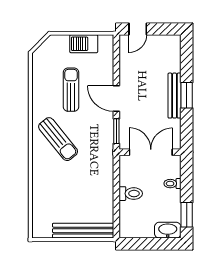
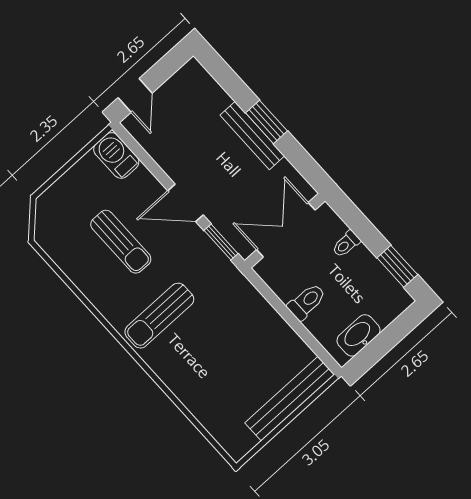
barbecue: (84, 44) -> (116, 155), moved, turned 90
sun lounger: (71, 90) -> (121, 242), turned 180
sun lounger: (58, 139) -> (159, 316), turned 129
washbasin: (168, 230) -> (358, 335), moved

